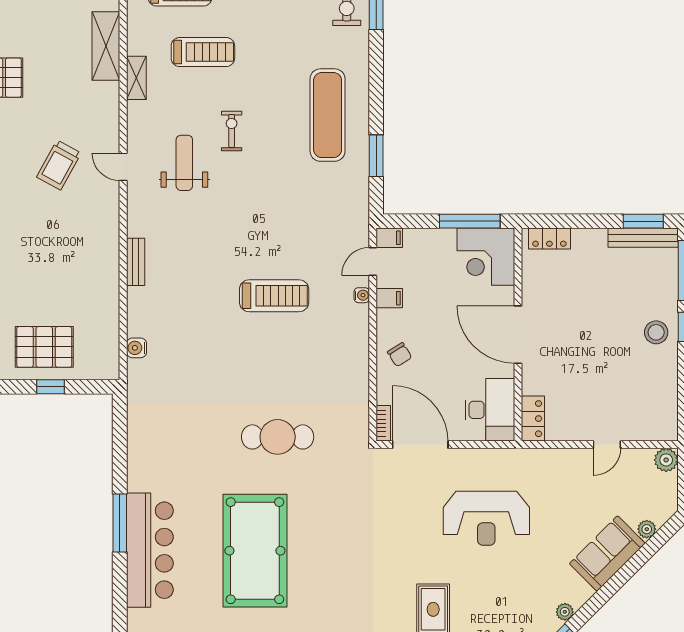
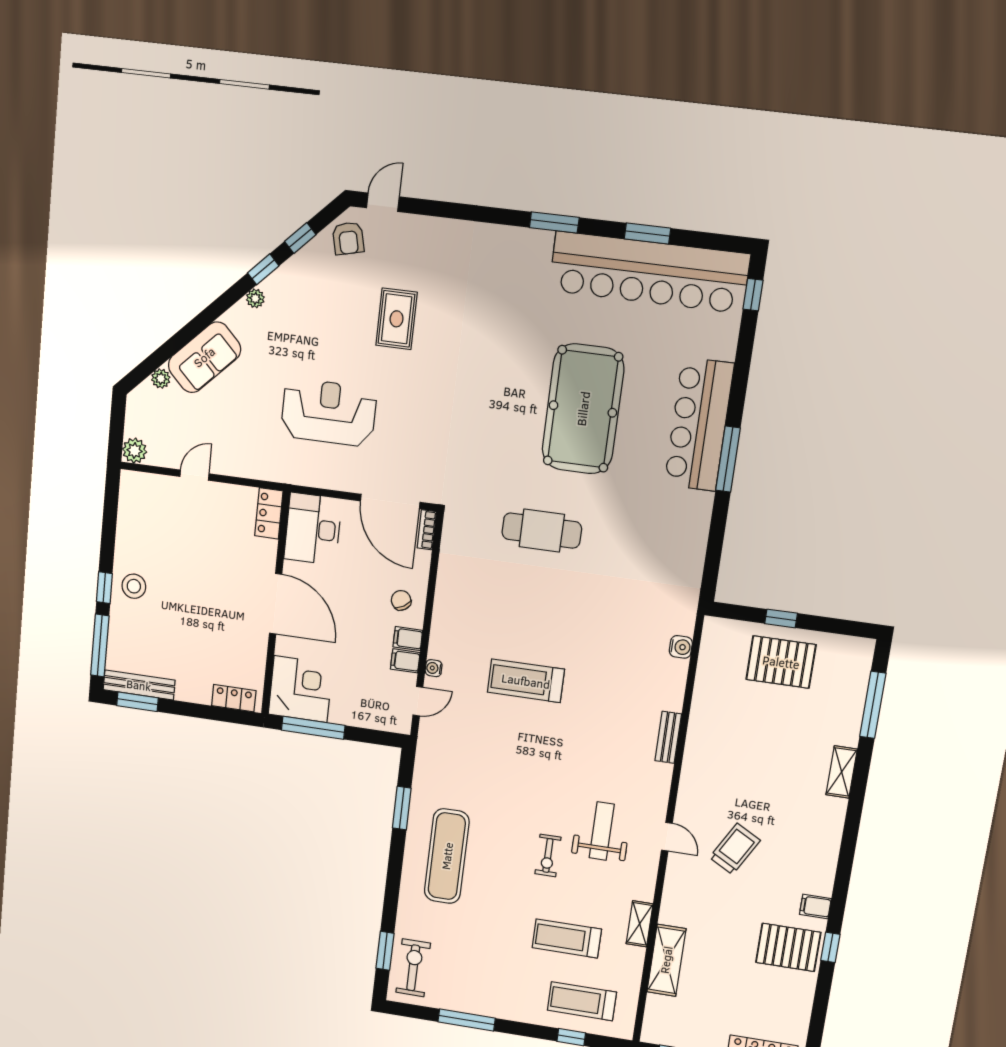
weight bench: (184, 163) -> (602, 831), turned 180
filing cabinet: (389, 238) -> (408, 639), moved

